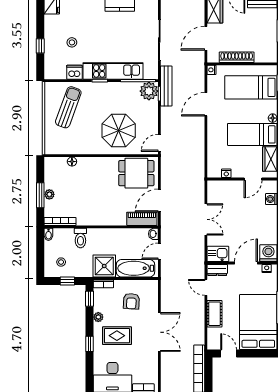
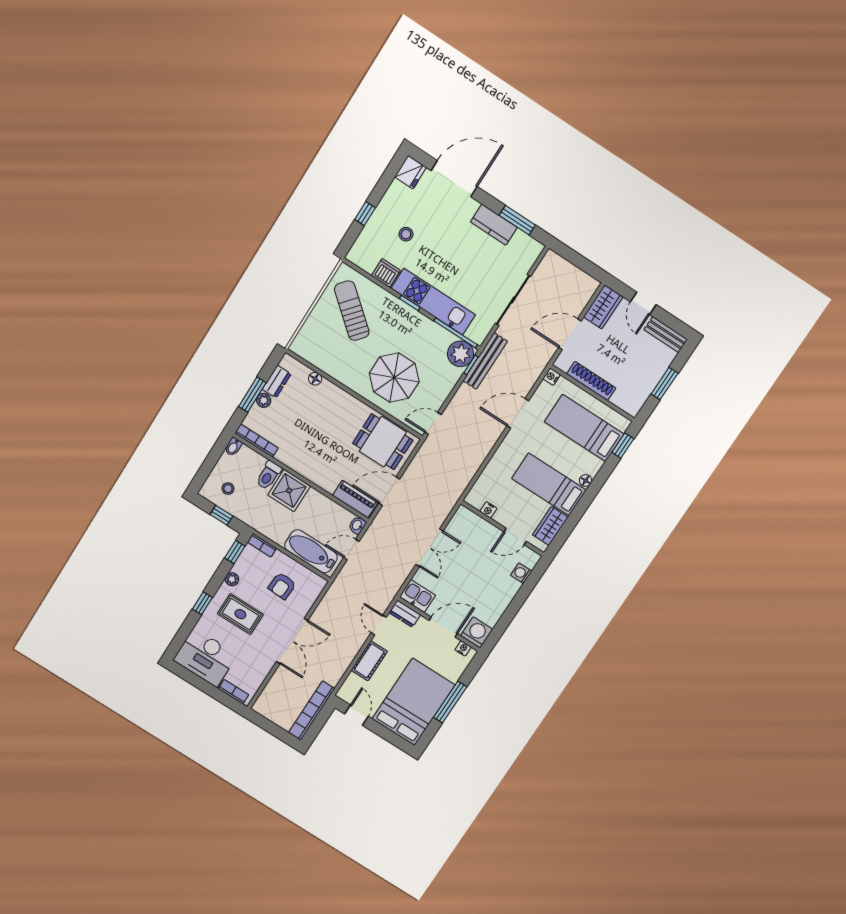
sun lounger: (68, 107) -> (352, 311), turned -70
dresser: (50, 178) -> (277, 381), added
shower: (104, 266) -> (289, 490), moved

